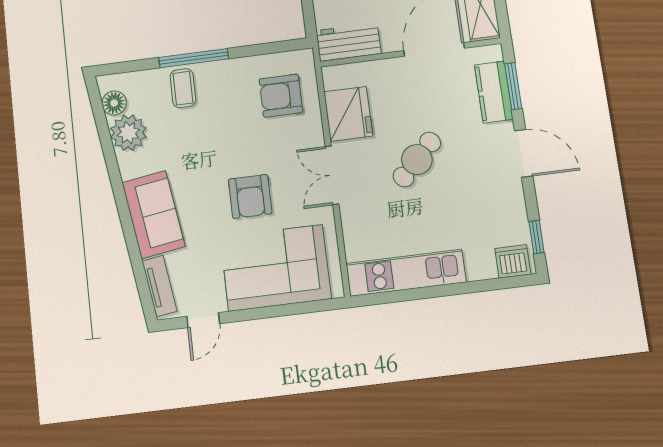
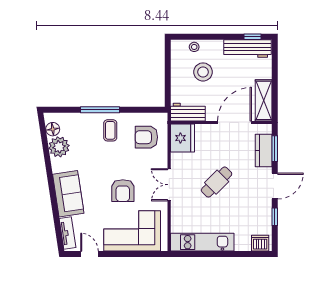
coffee table: (183, 88) -> (110, 130), moved
fridge: (348, 114) -> (182, 138), moved
door: (524, 153) -> (275, 186), hinge flipped
window: (537, 237) -> (275, 217), moved
door: (203, 320) -> (89, 254), swing flipped

